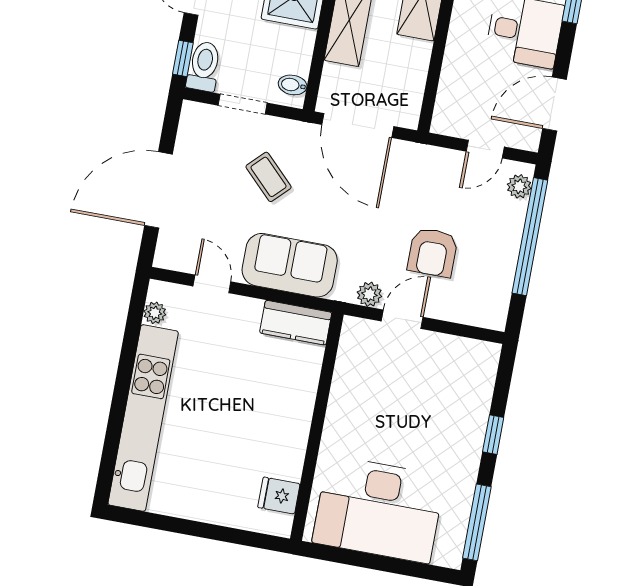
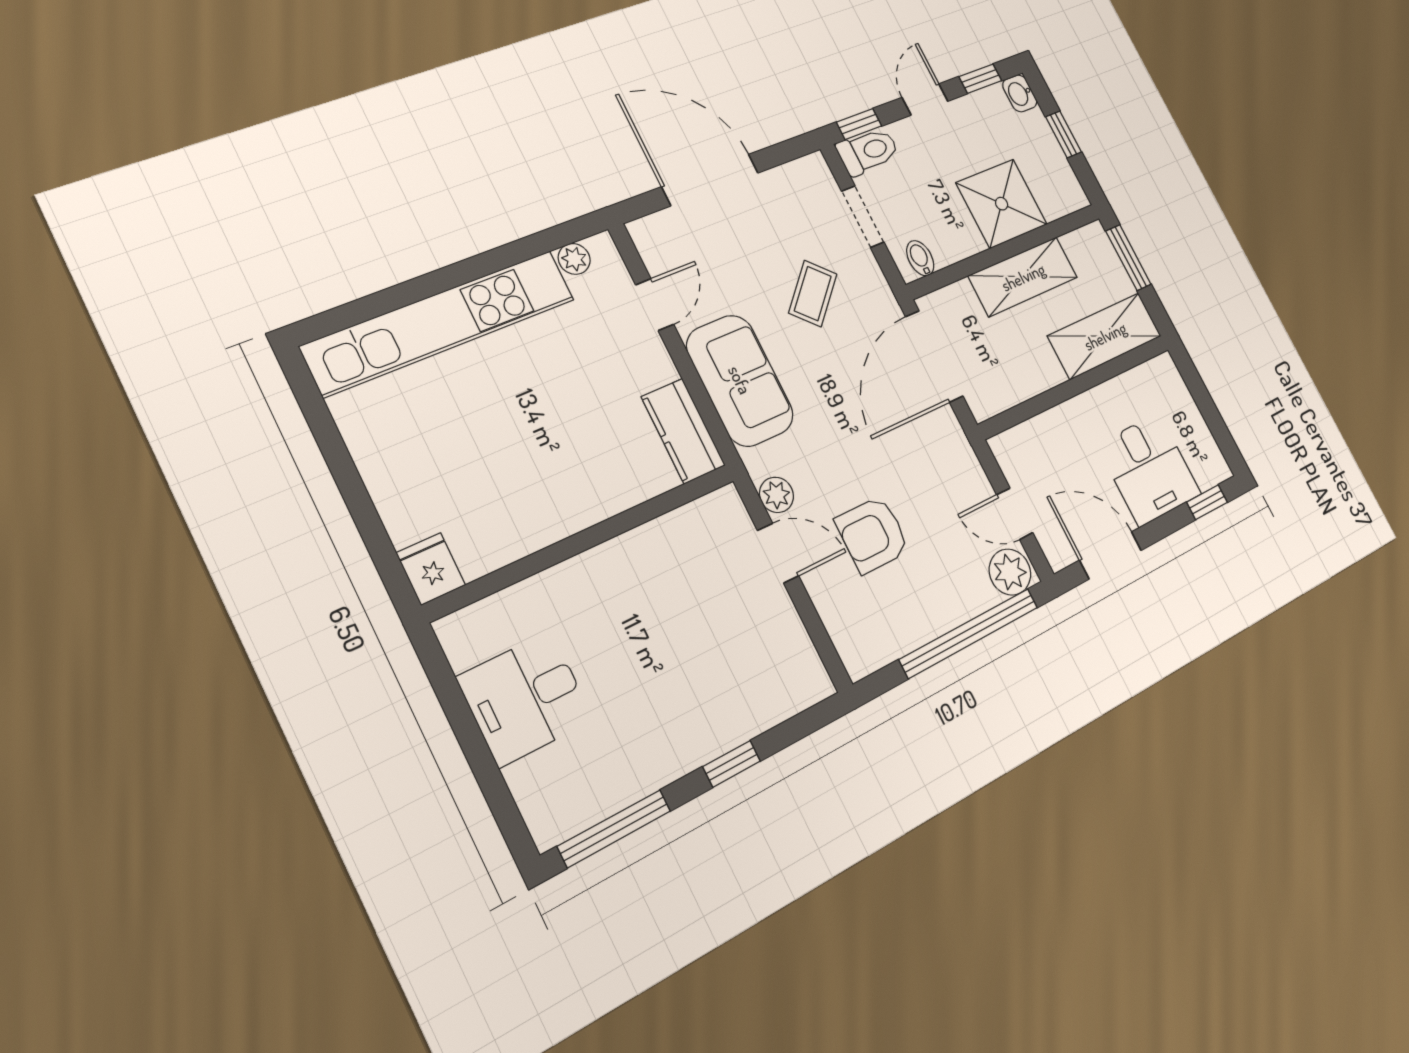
plant: (519, 186) -> (1010, 572), width x1.38, depth x1.38
fridge: (279, 496) -> (431, 569), moved
desk: (379, 509) -> (525, 698), width x0.53, depth x0.77

